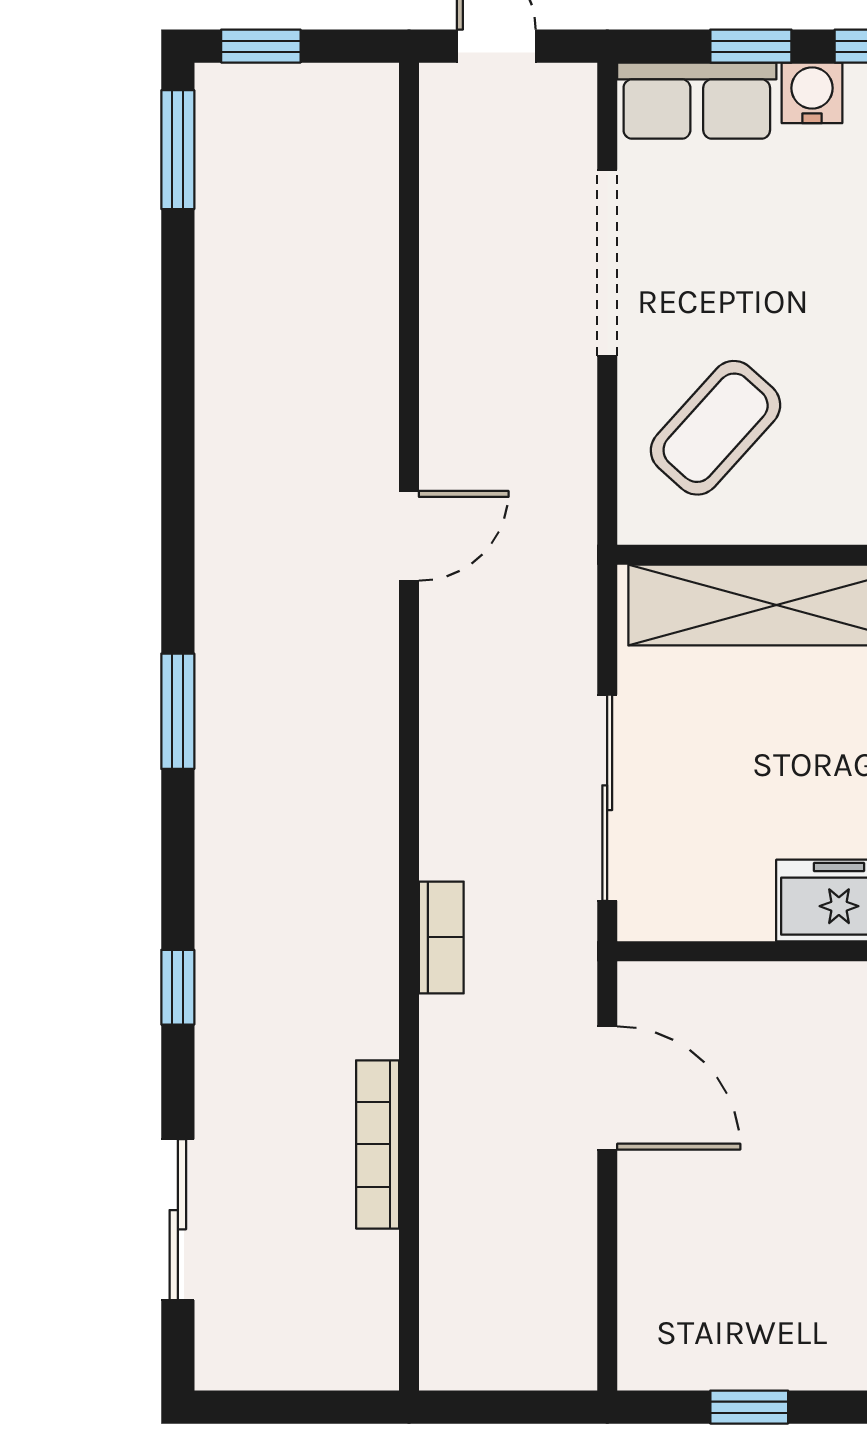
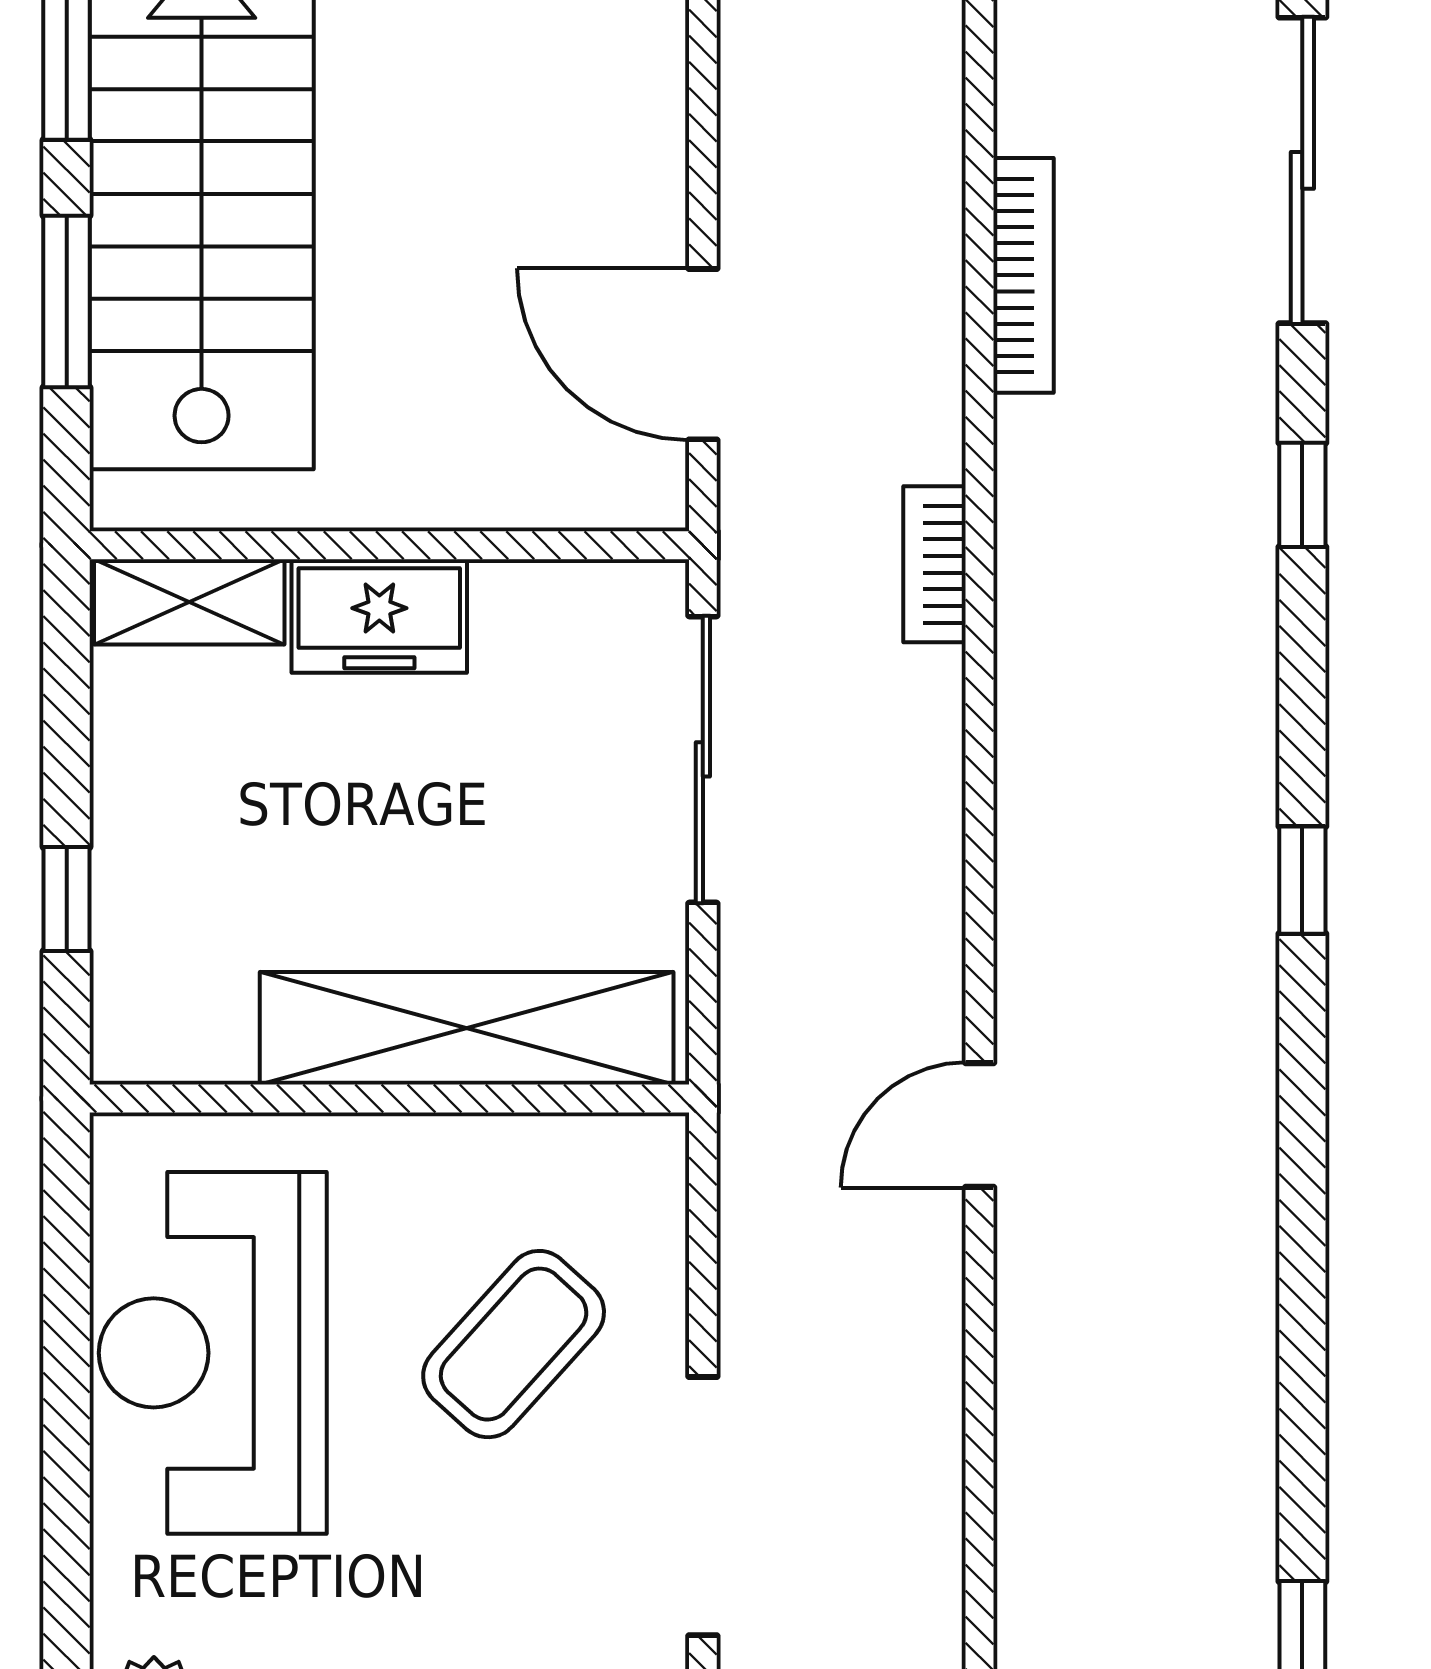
coffee table: (716, 428) -> (514, 1344), moved
window: (178, 711) -> (1302, 880), width x0.67
sliding door: (178, 1220) -> (1302, 170), width x1.37

